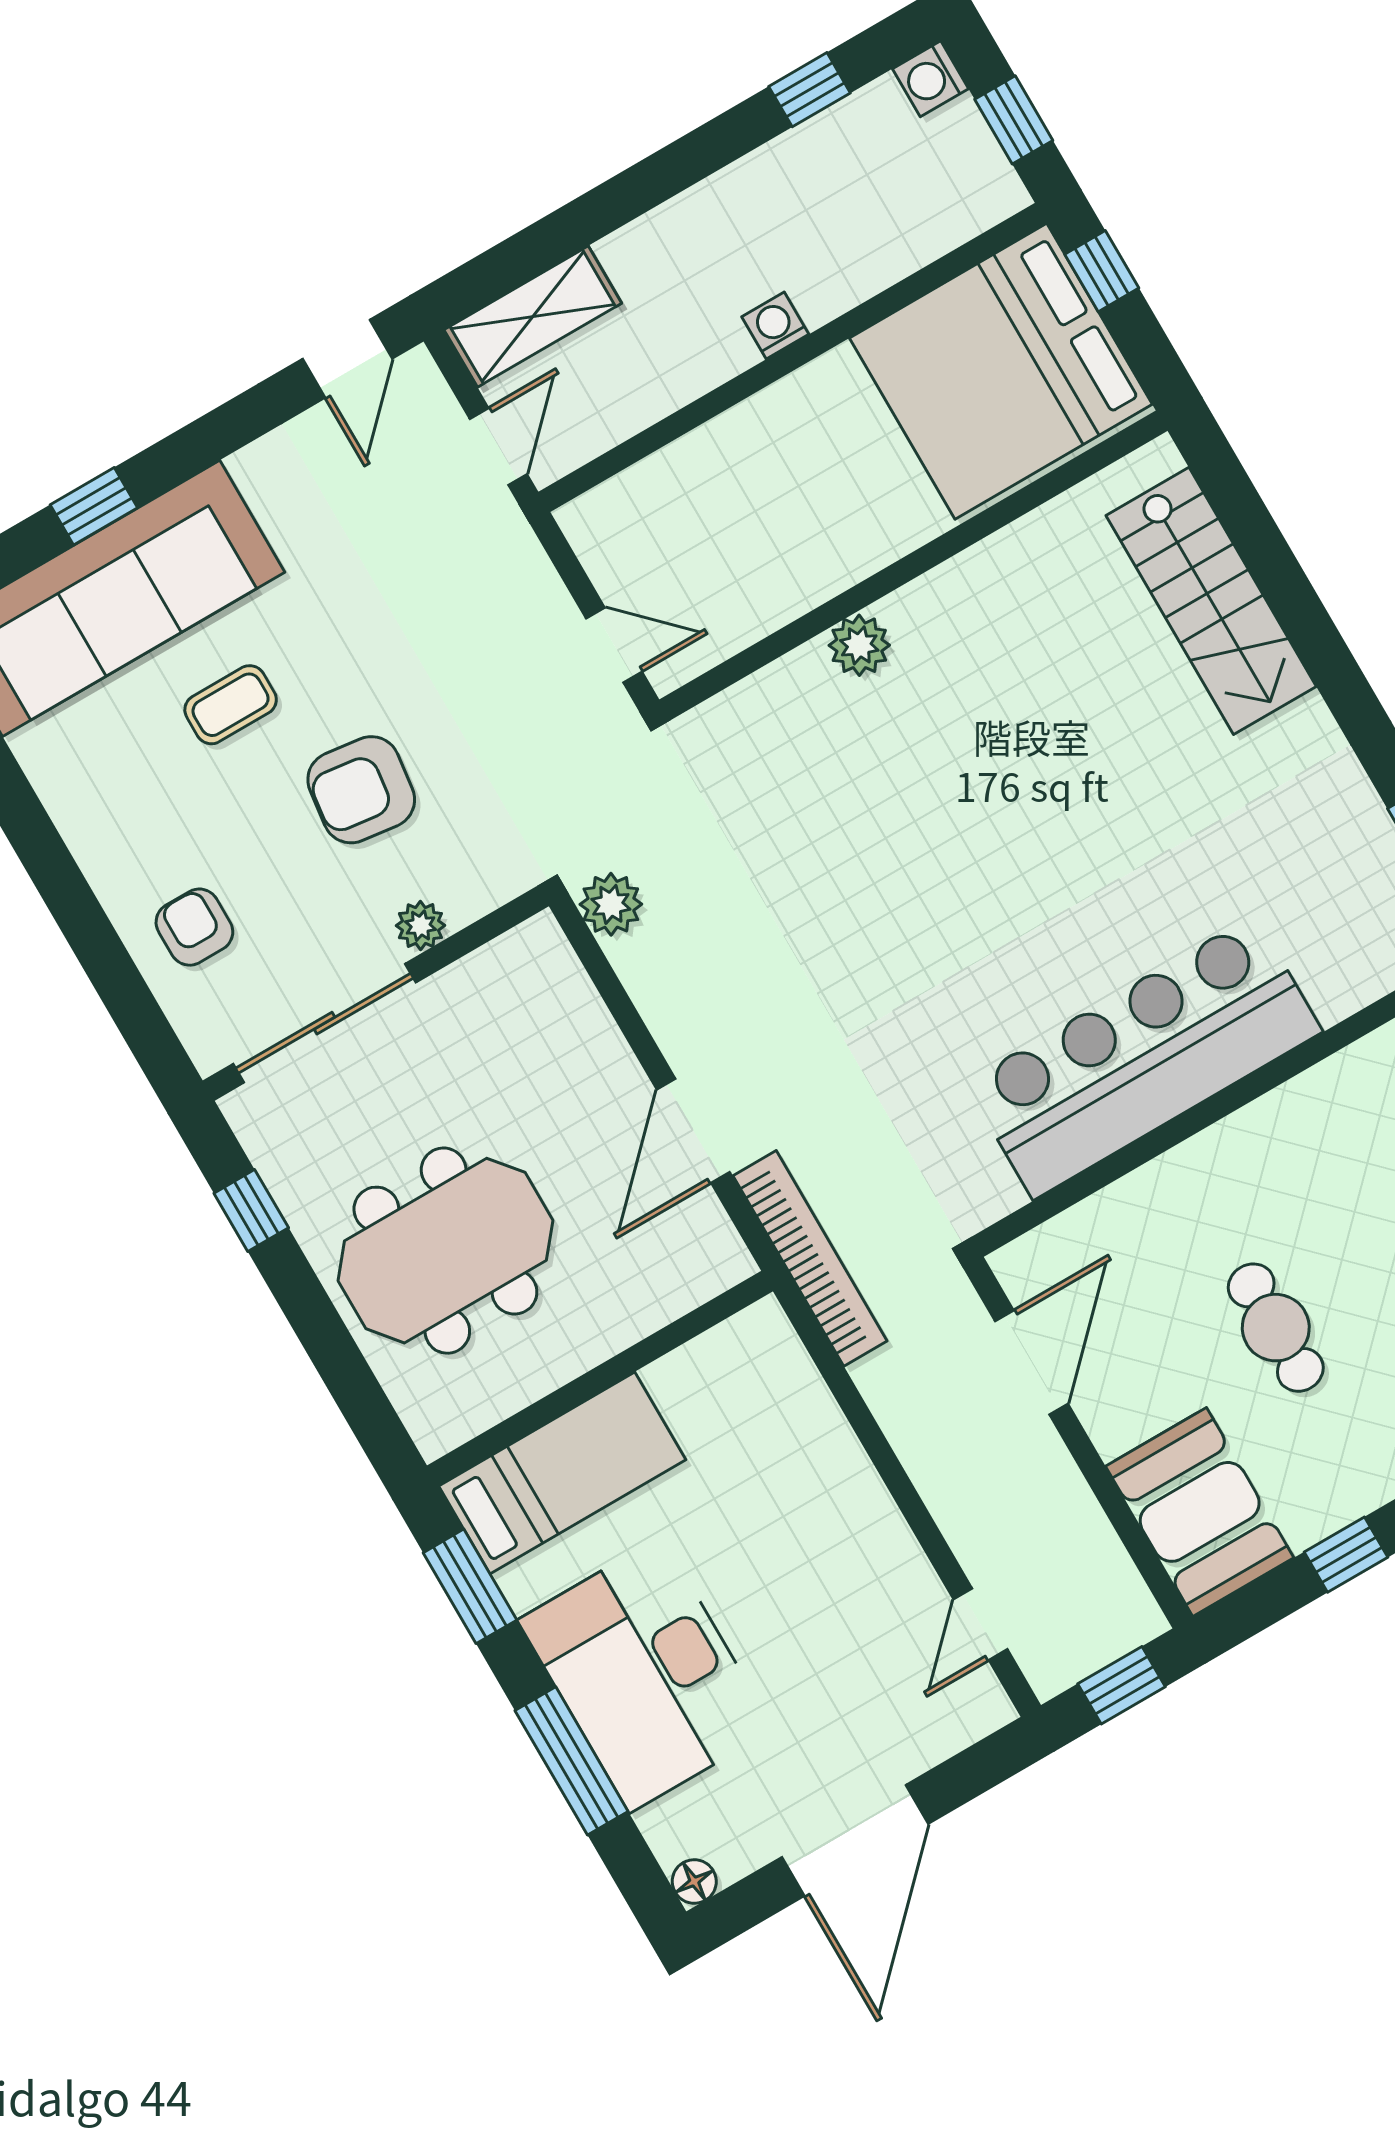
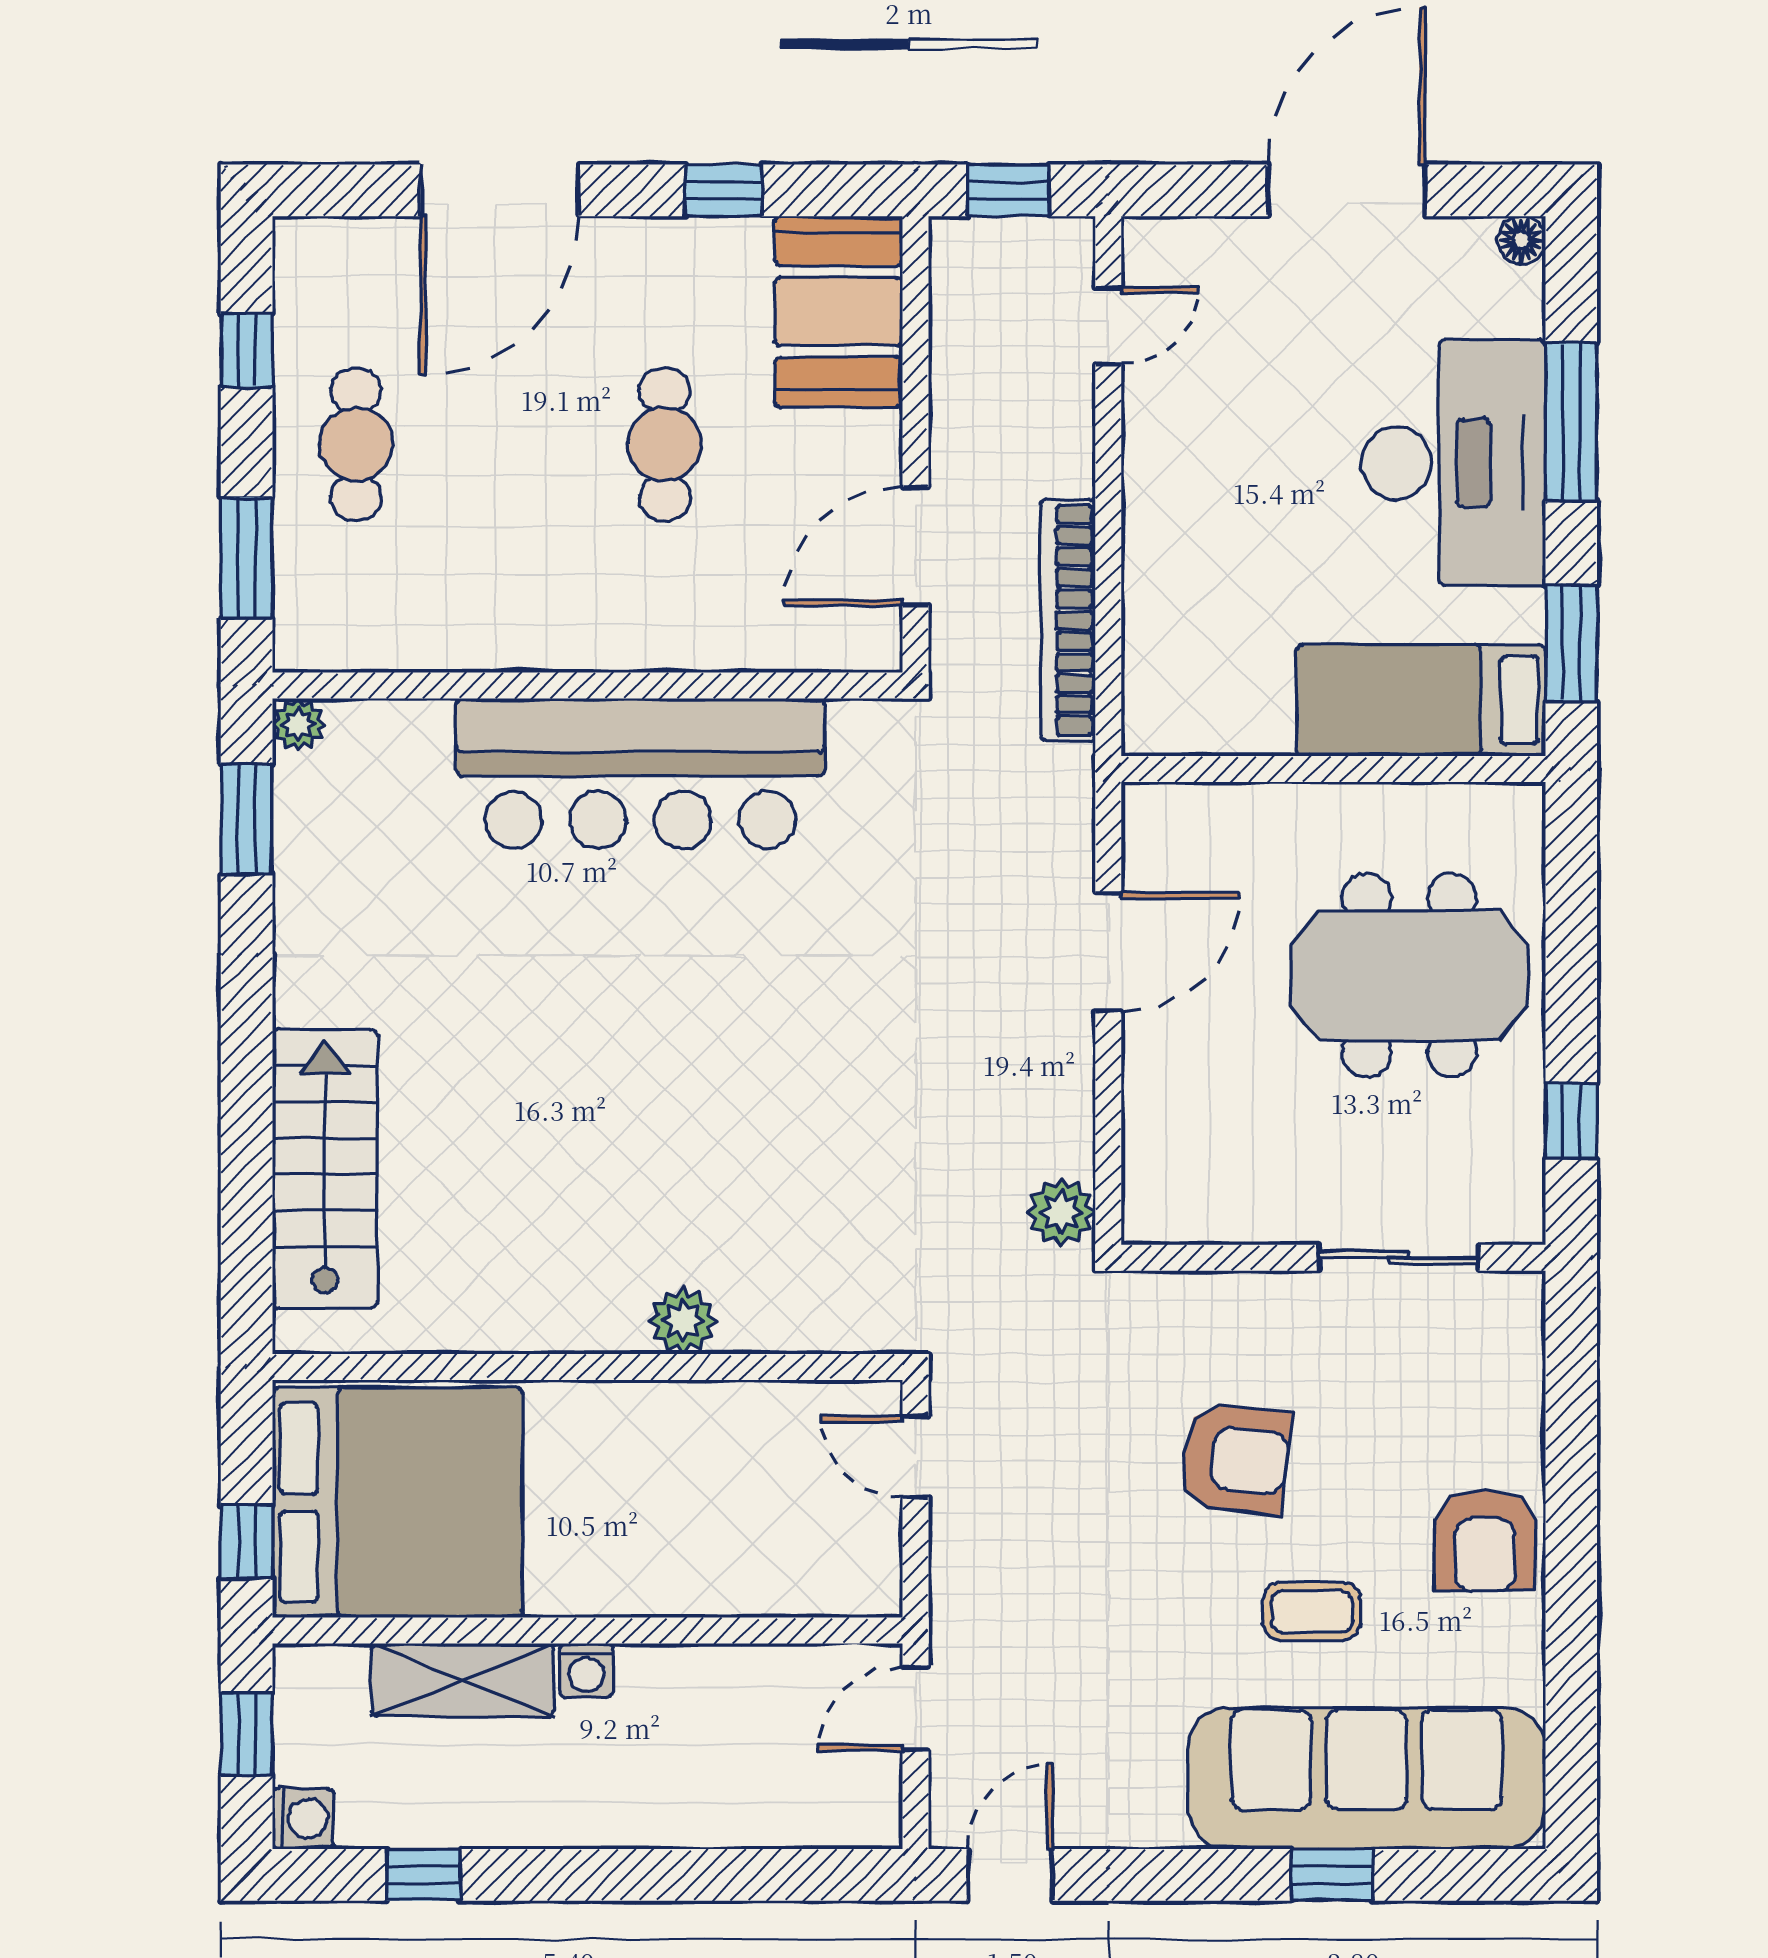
shelving: (533, 317) -> (463, 1680), moved
plant: (421, 926) -> (1254, 1297), removed
armchair: (194, 927) -> (1485, 1540), moved, width x1.38, depth x1.38
sliding door: (325, 1023) -> (1398, 1258), width x0.73
bookcase: (810, 1258) -> (1068, 620), moved

